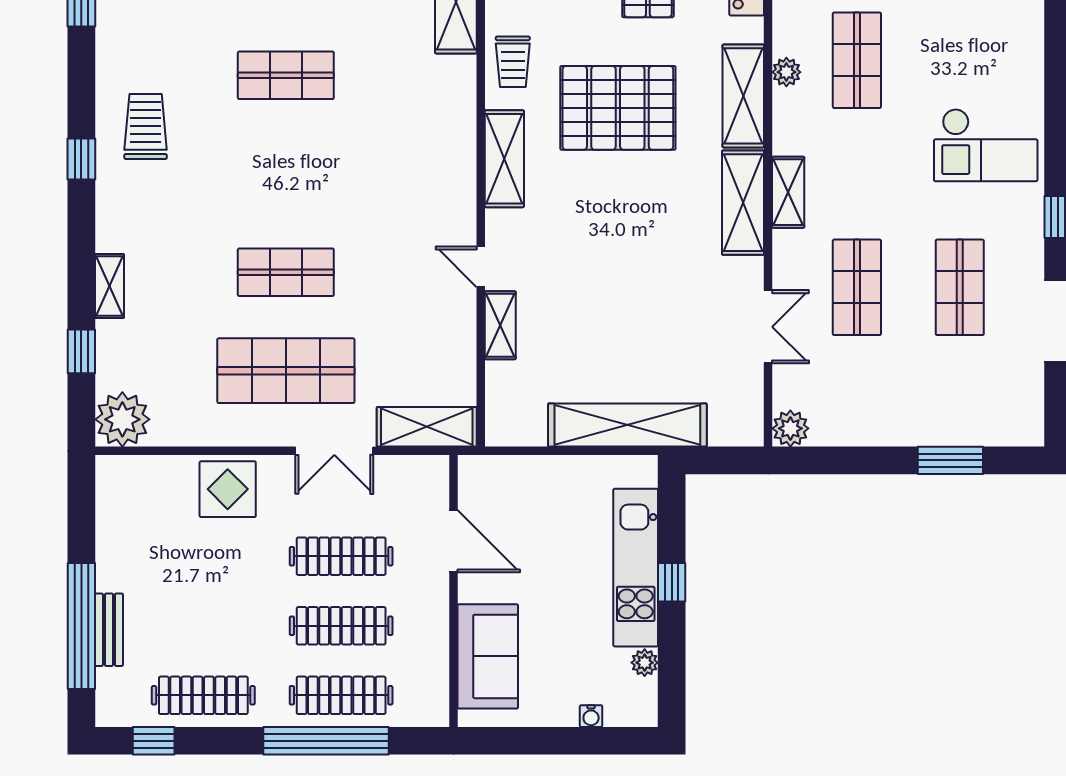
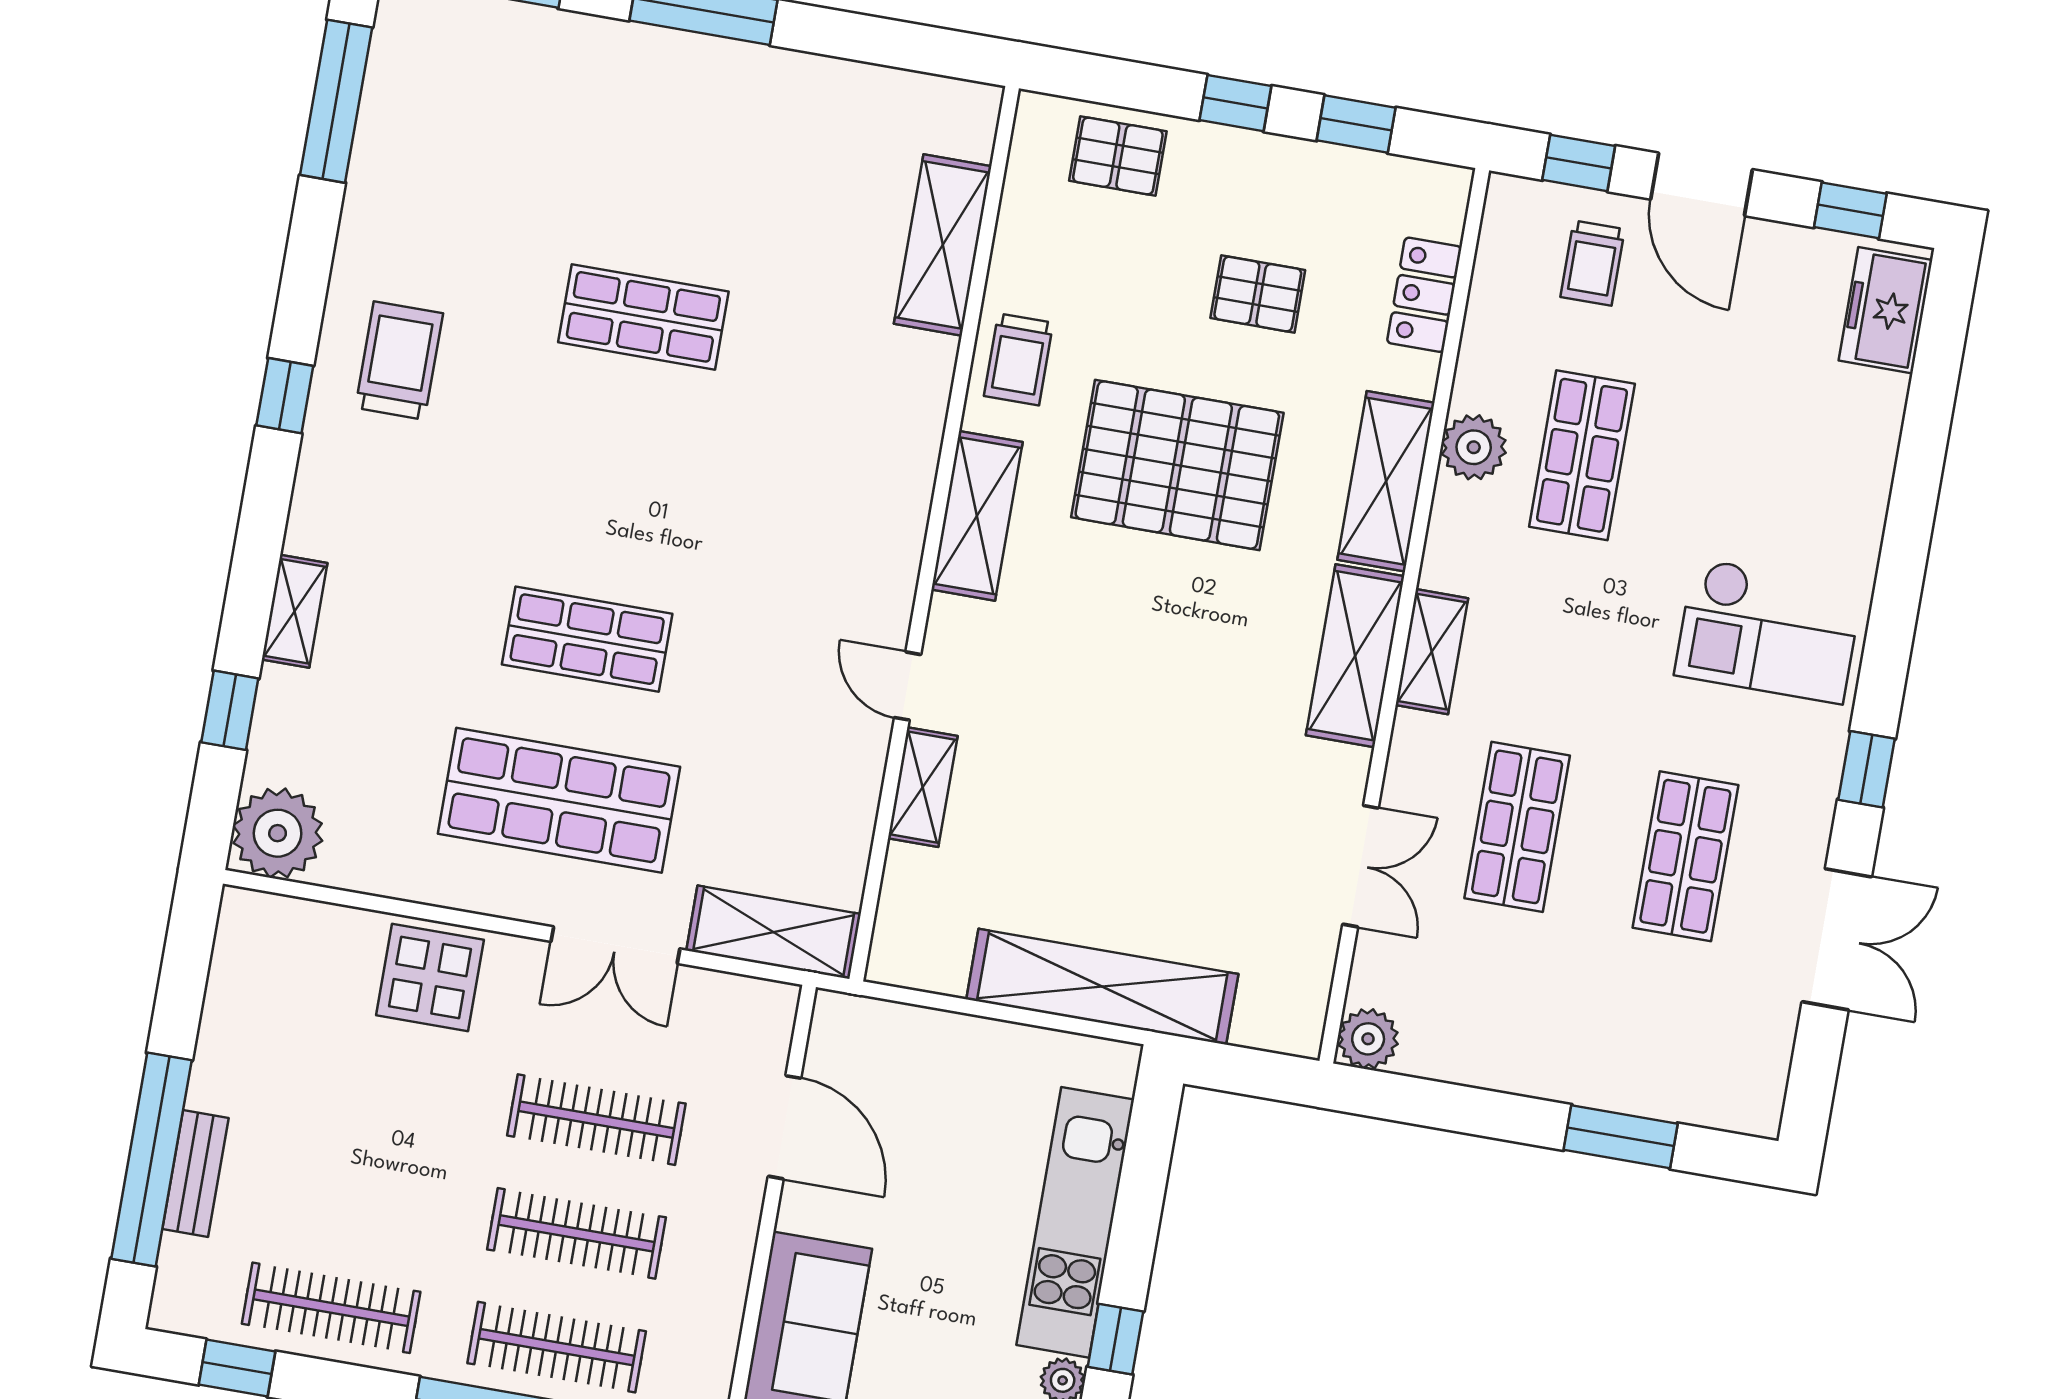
plant: (786, 72) -> (1474, 447), width x1.38, depth x1.38
window: (672, 582) -> (1115, 1339), moved

